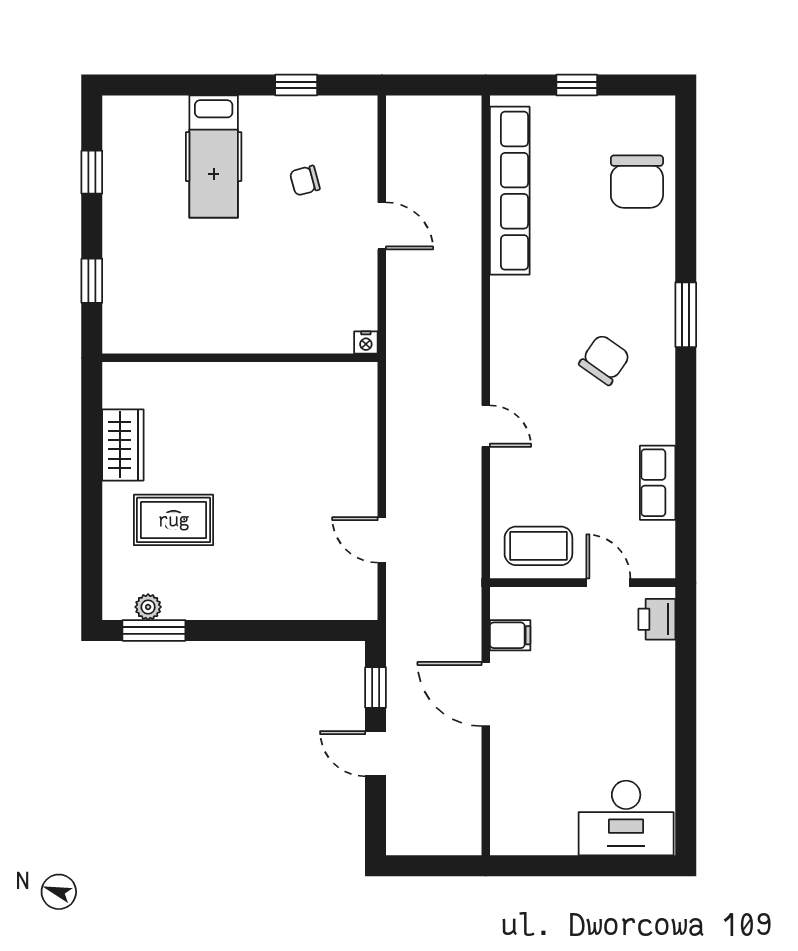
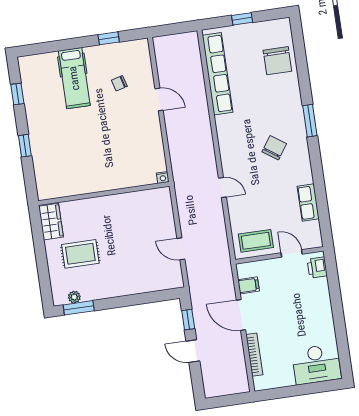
nightstand: (366, 342) -> (163, 177), moved
wall: (240, 358) -> (104, 193), moved
bookcase: (501, 780) -> (254, 355), added

